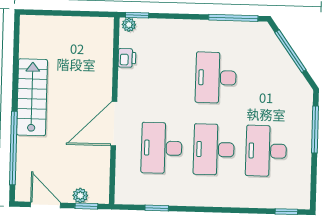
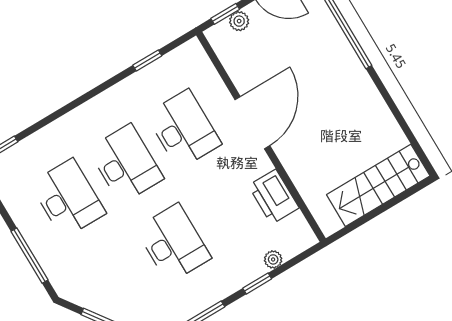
window: (137, 15) -> (257, 284), moved
plant: (129, 25) -> (273, 259), moved
printer: (127, 58) -> (274, 197), width x1.87, depth x1.48
stairs: (32, 97) -> (378, 185), moved, turned 90

